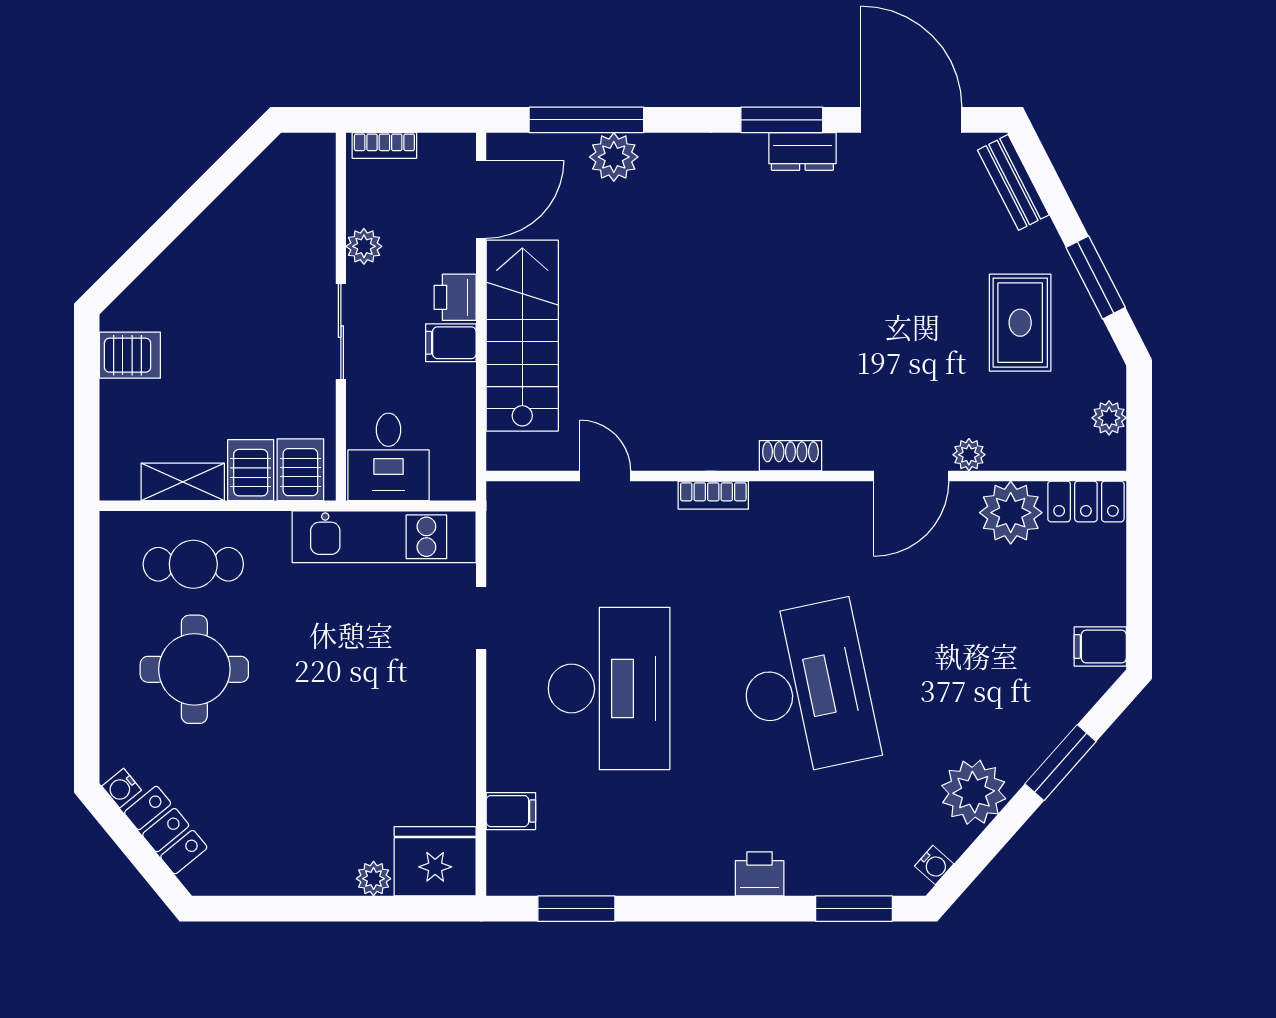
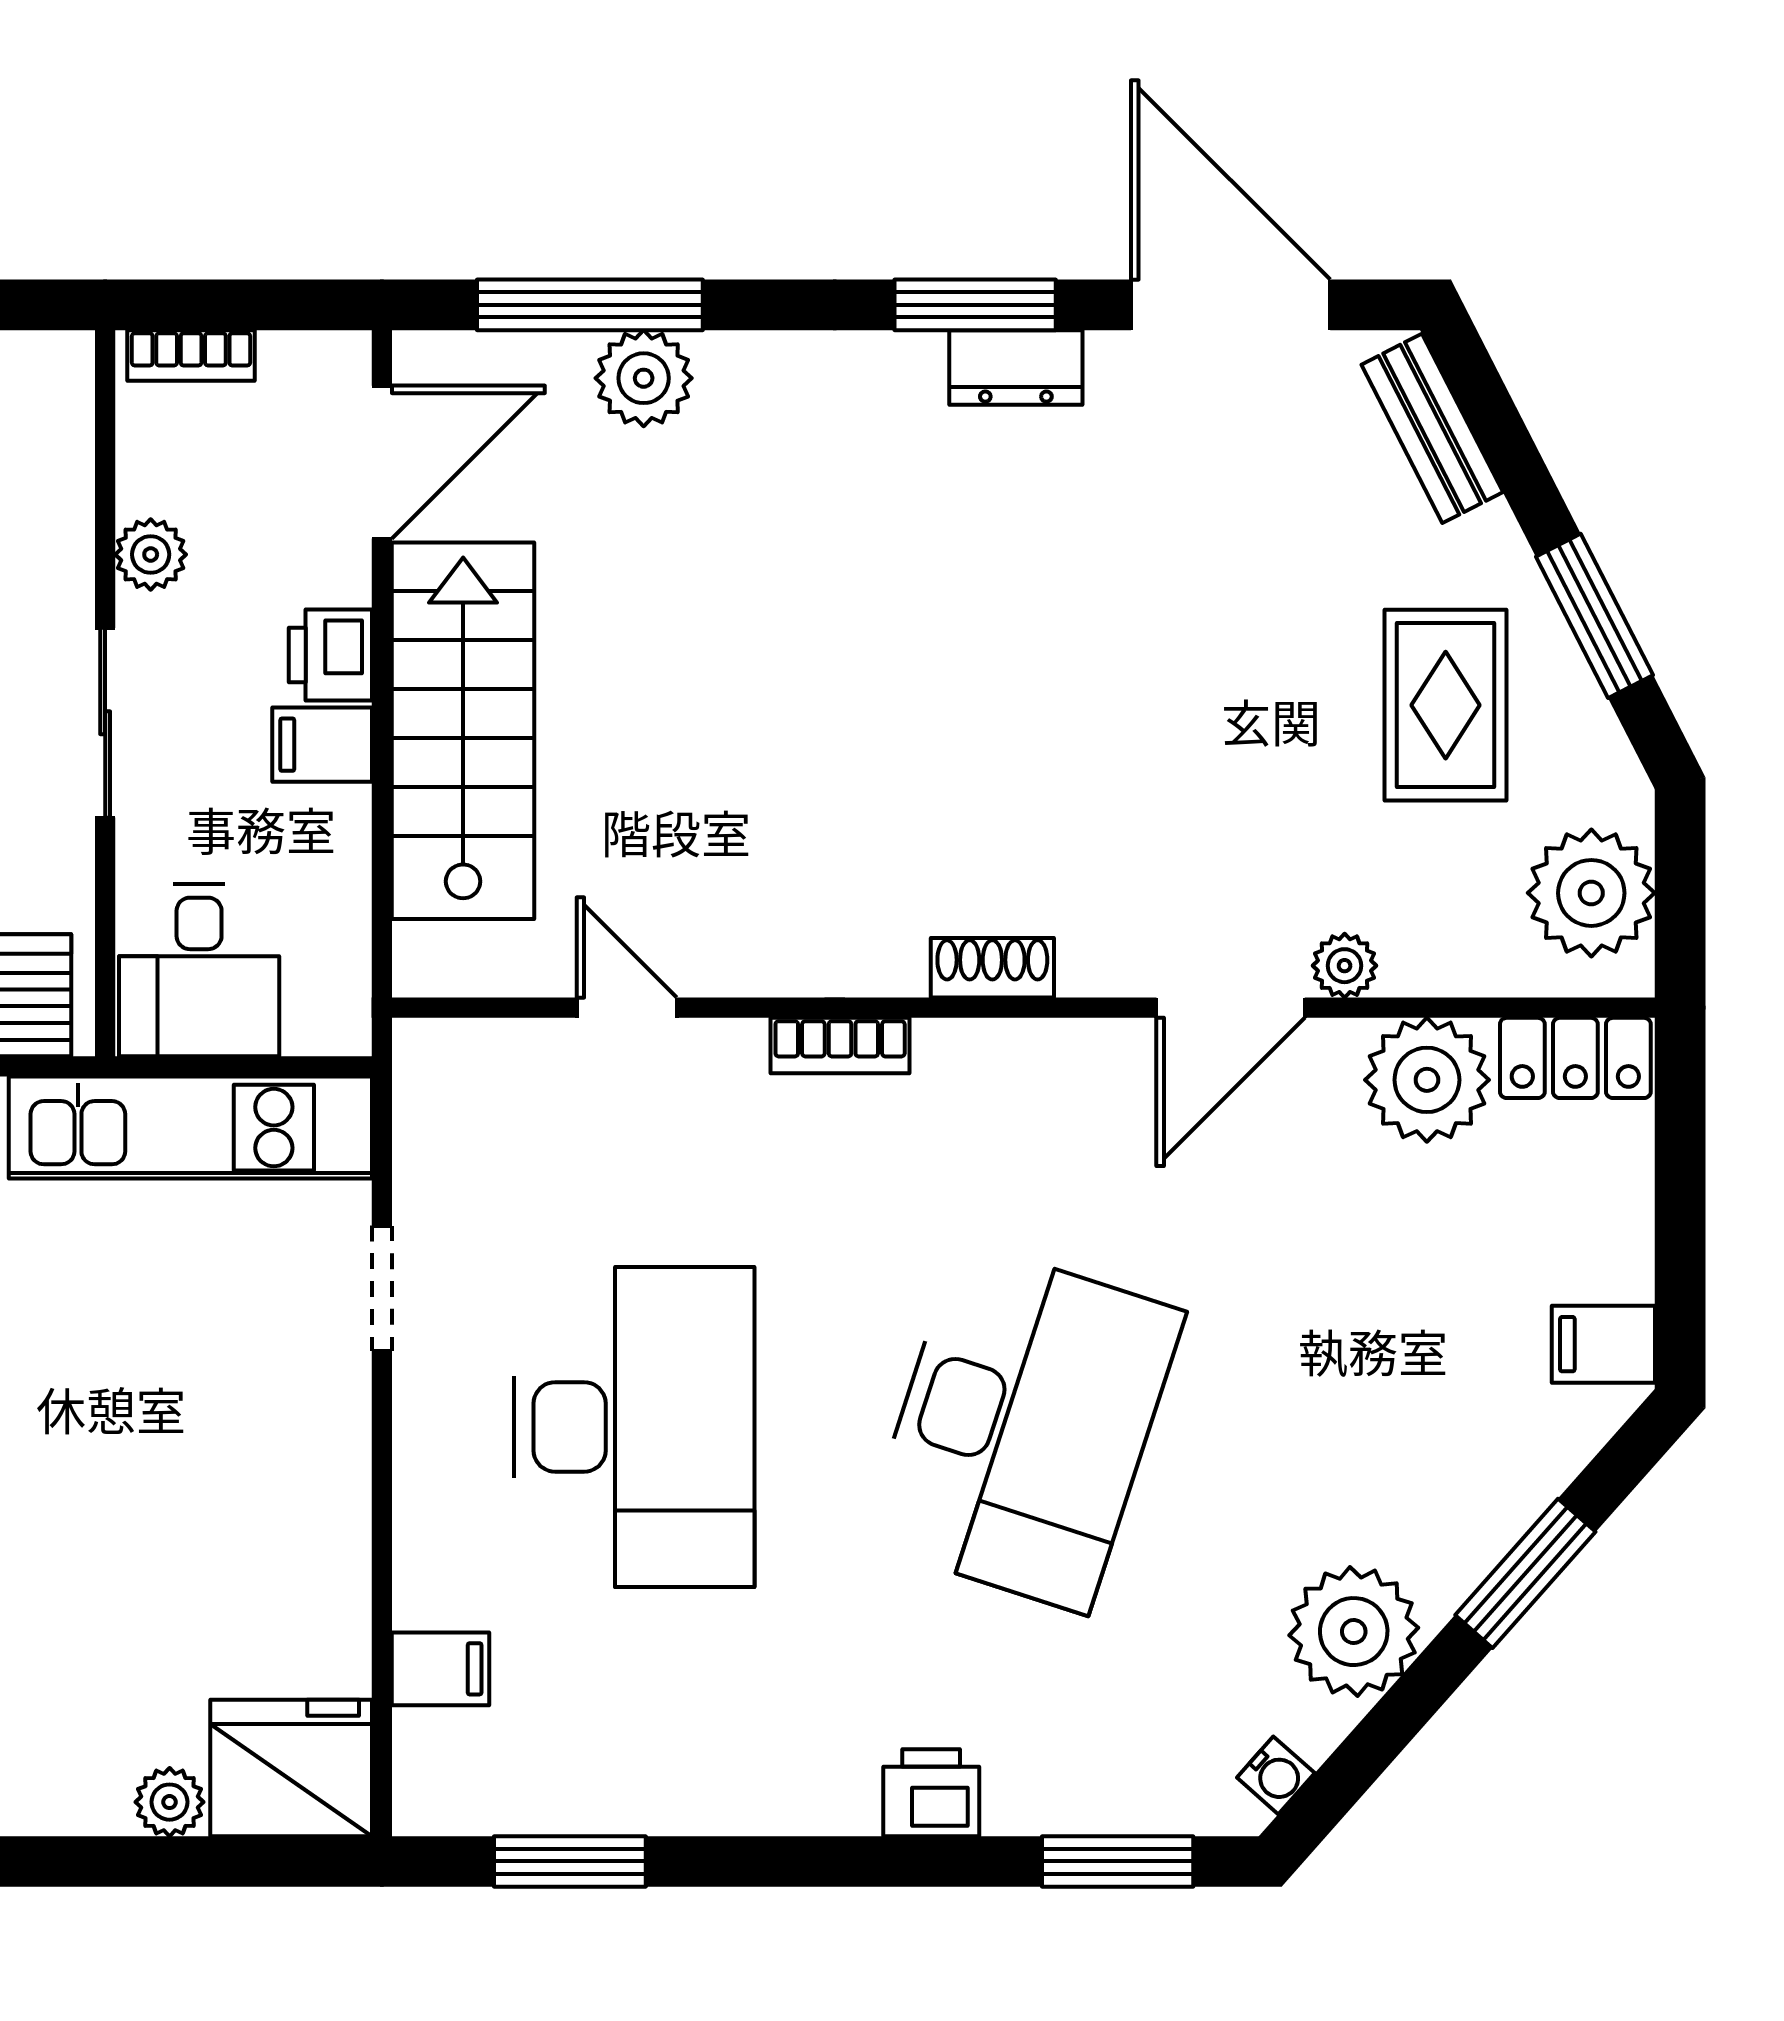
plant: (1109, 418) -> (1591, 893), width x1.88, depth x1.88
desk: (806, 688) -> (1023, 1427), turned 30

